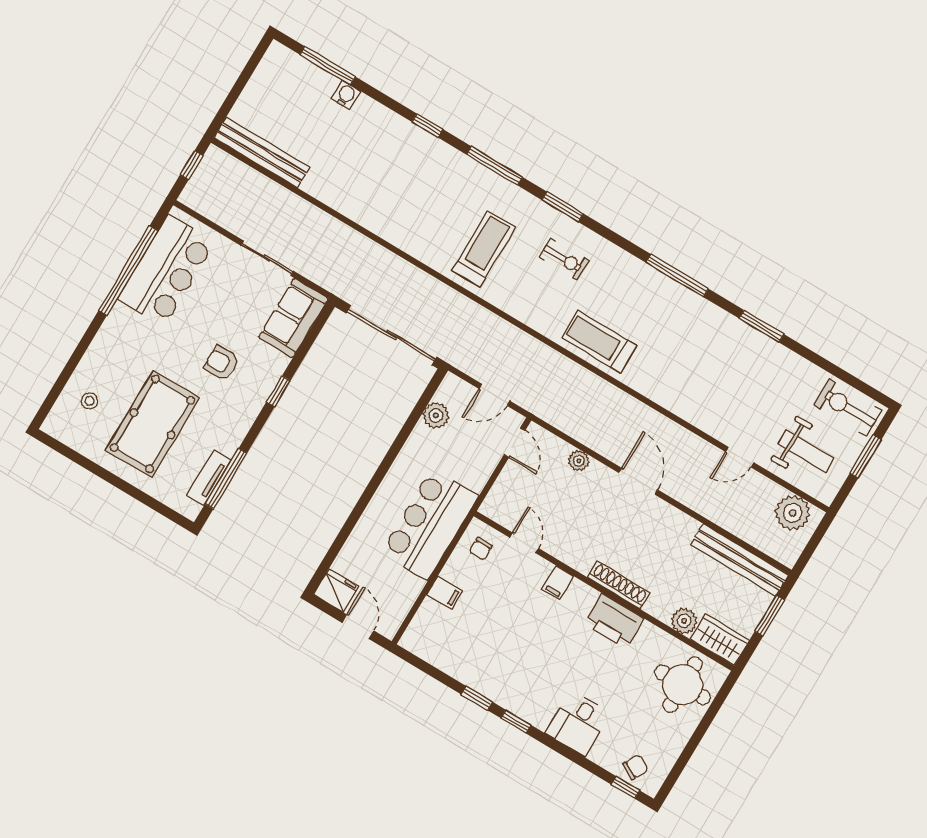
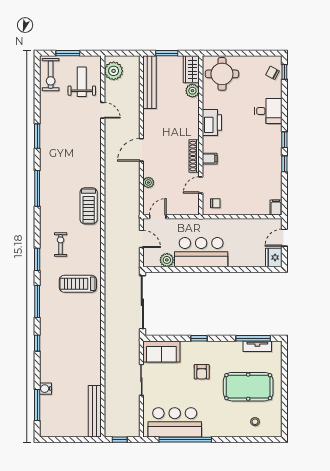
bar counter: (430, 524) -> (201, 252), moved, turned 180
shoe rack: (619, 585) -> (194, 156), moved
filing cabinet: (445, 593) -> (276, 208), moved

